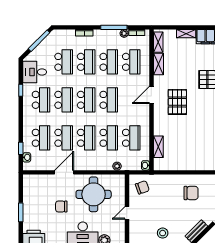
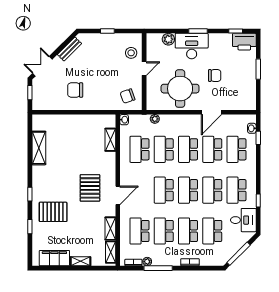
stool: (163, 233) -> (131, 53), moved

